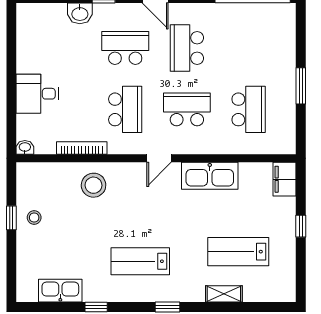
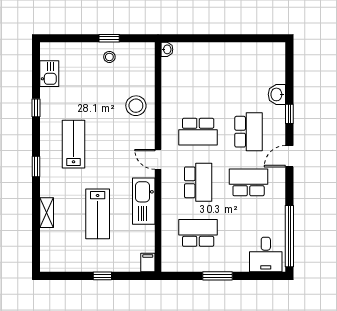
desk: (37, 94) -> (266, 254), moved, turned 180
school desk: (249, 109) -> (198, 233), turned 180
bookcase: (82, 148) -> (166, 96), removed
filing cabinet: (285, 179) -> (148, 262), width x0.50
lab bench: (238, 252) -> (98, 214), moved, turned 180
kitchen sink: (60, 291) -> (49, 74), width x0.73

